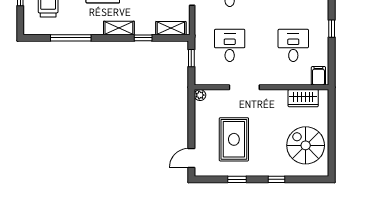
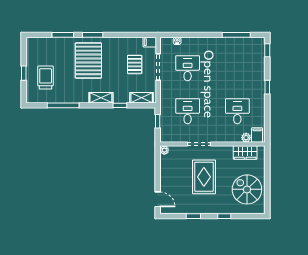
window: (332, 29) -> (267, 87), moved
plant: (304, 79) -> (246, 138), added
rug: (234, 139) -> (204, 177), moved
door: (191, 158) -> (158, 199), swing flipped

